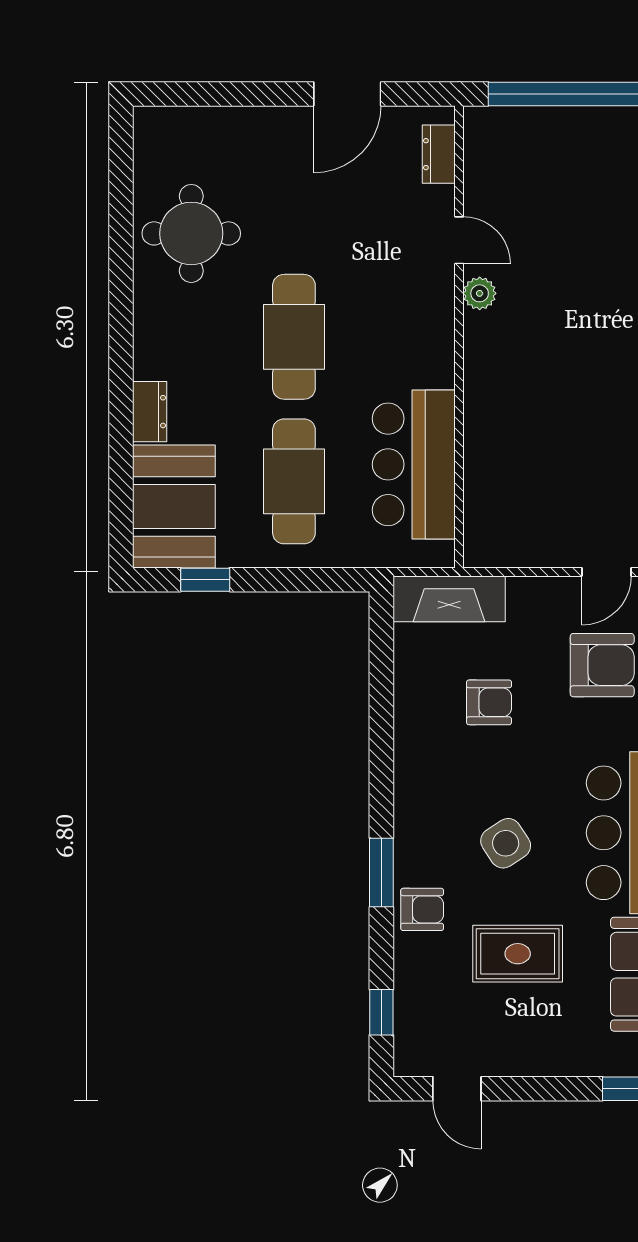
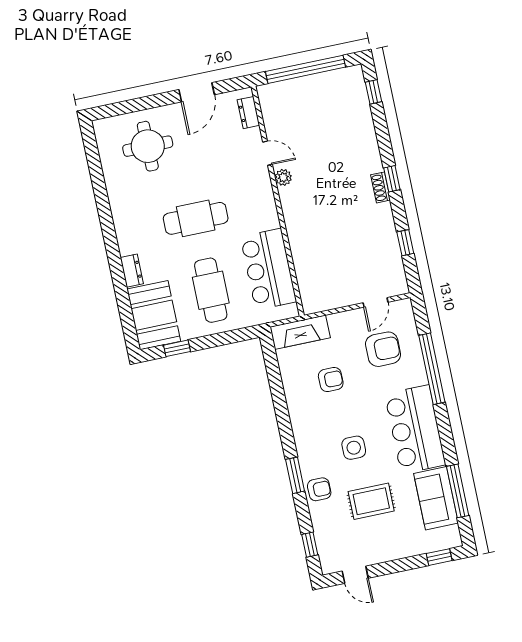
round table: (191, 233) -> (148, 146), moved
cafe table: (294, 337) -> (196, 218), turned 90
side table: (506, 843) -> (354, 448), turned 33

